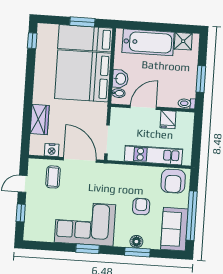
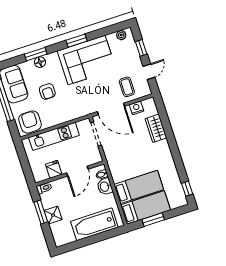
shower: (183, 41) -> (53, 215), moved
bed: (83, 76) -> (139, 187), width x0.49
plant: (37, 235) -> (121, 35), added

